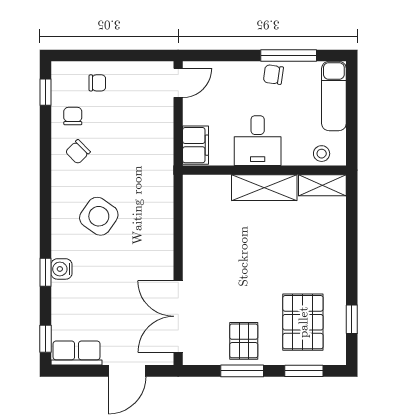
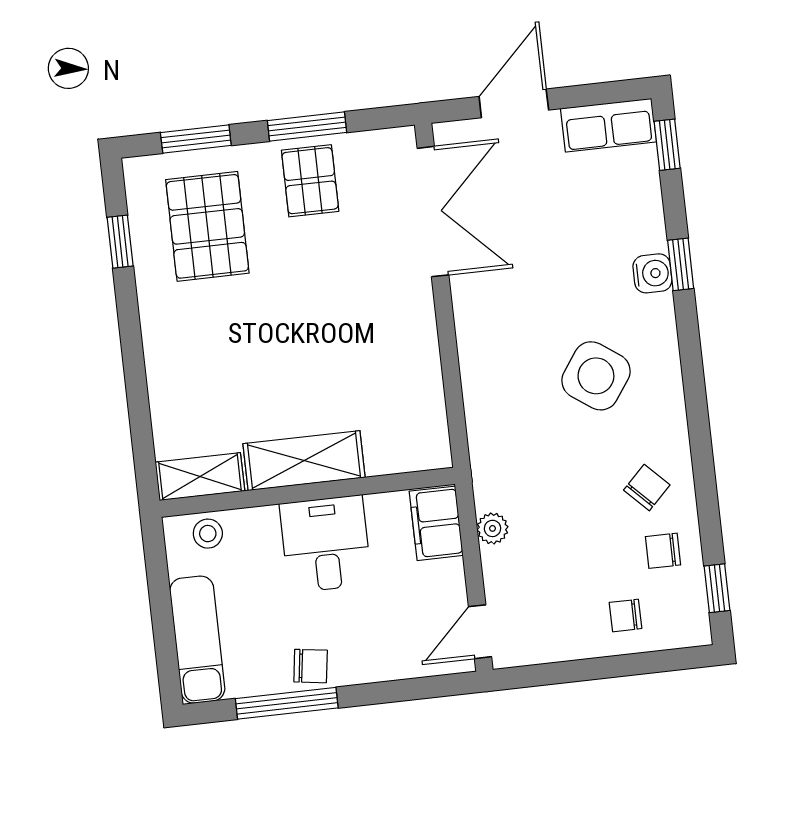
chair: (73, 116) -> (663, 551), turned 90
plant: (165, 139) -> (492, 528), added

